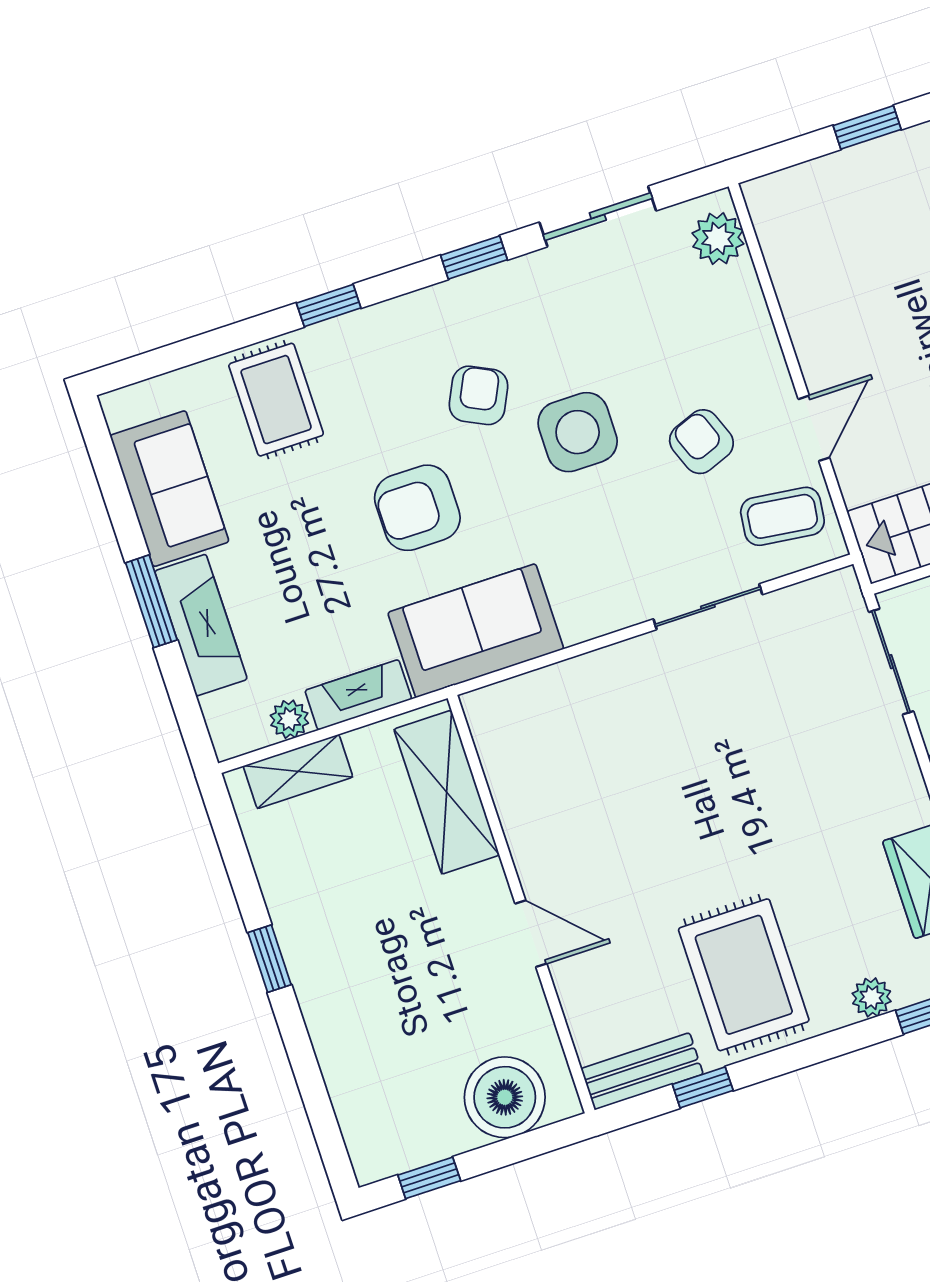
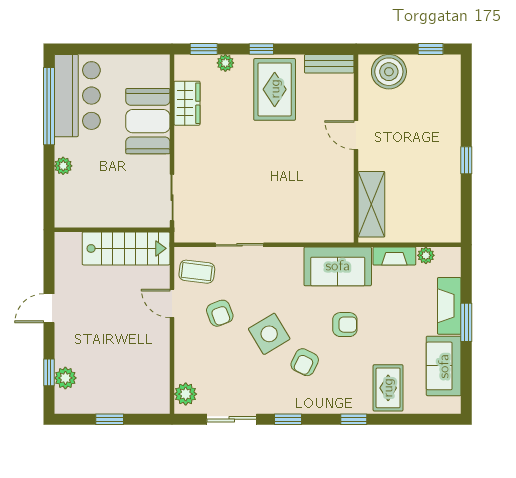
door: (814, 428) -> (172, 303), hinge flipped
side table: (578, 432) -> (269, 334), turned -31
armchair: (417, 508) -> (345, 325), width x0.72, depth x0.72
shelving: (298, 771) -> (429, 233), removed
window: (703, 1087) -> (261, 49), moved

